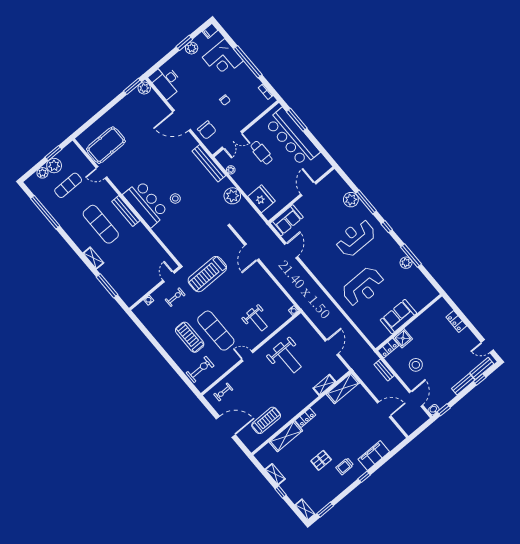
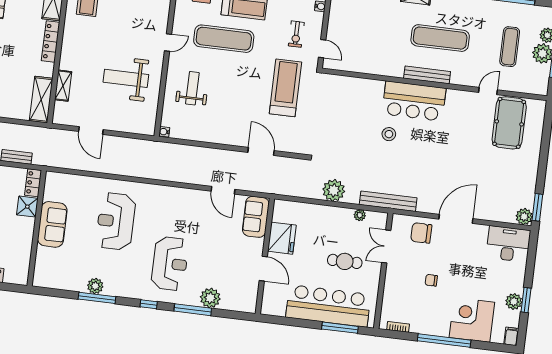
fridge: (261, 199) -> (282, 238), moved, turned -90
weight bench: (257, 320) -> (192, 88), turned 90
locker: (305, 418) -> (51, 42), width x1.53

